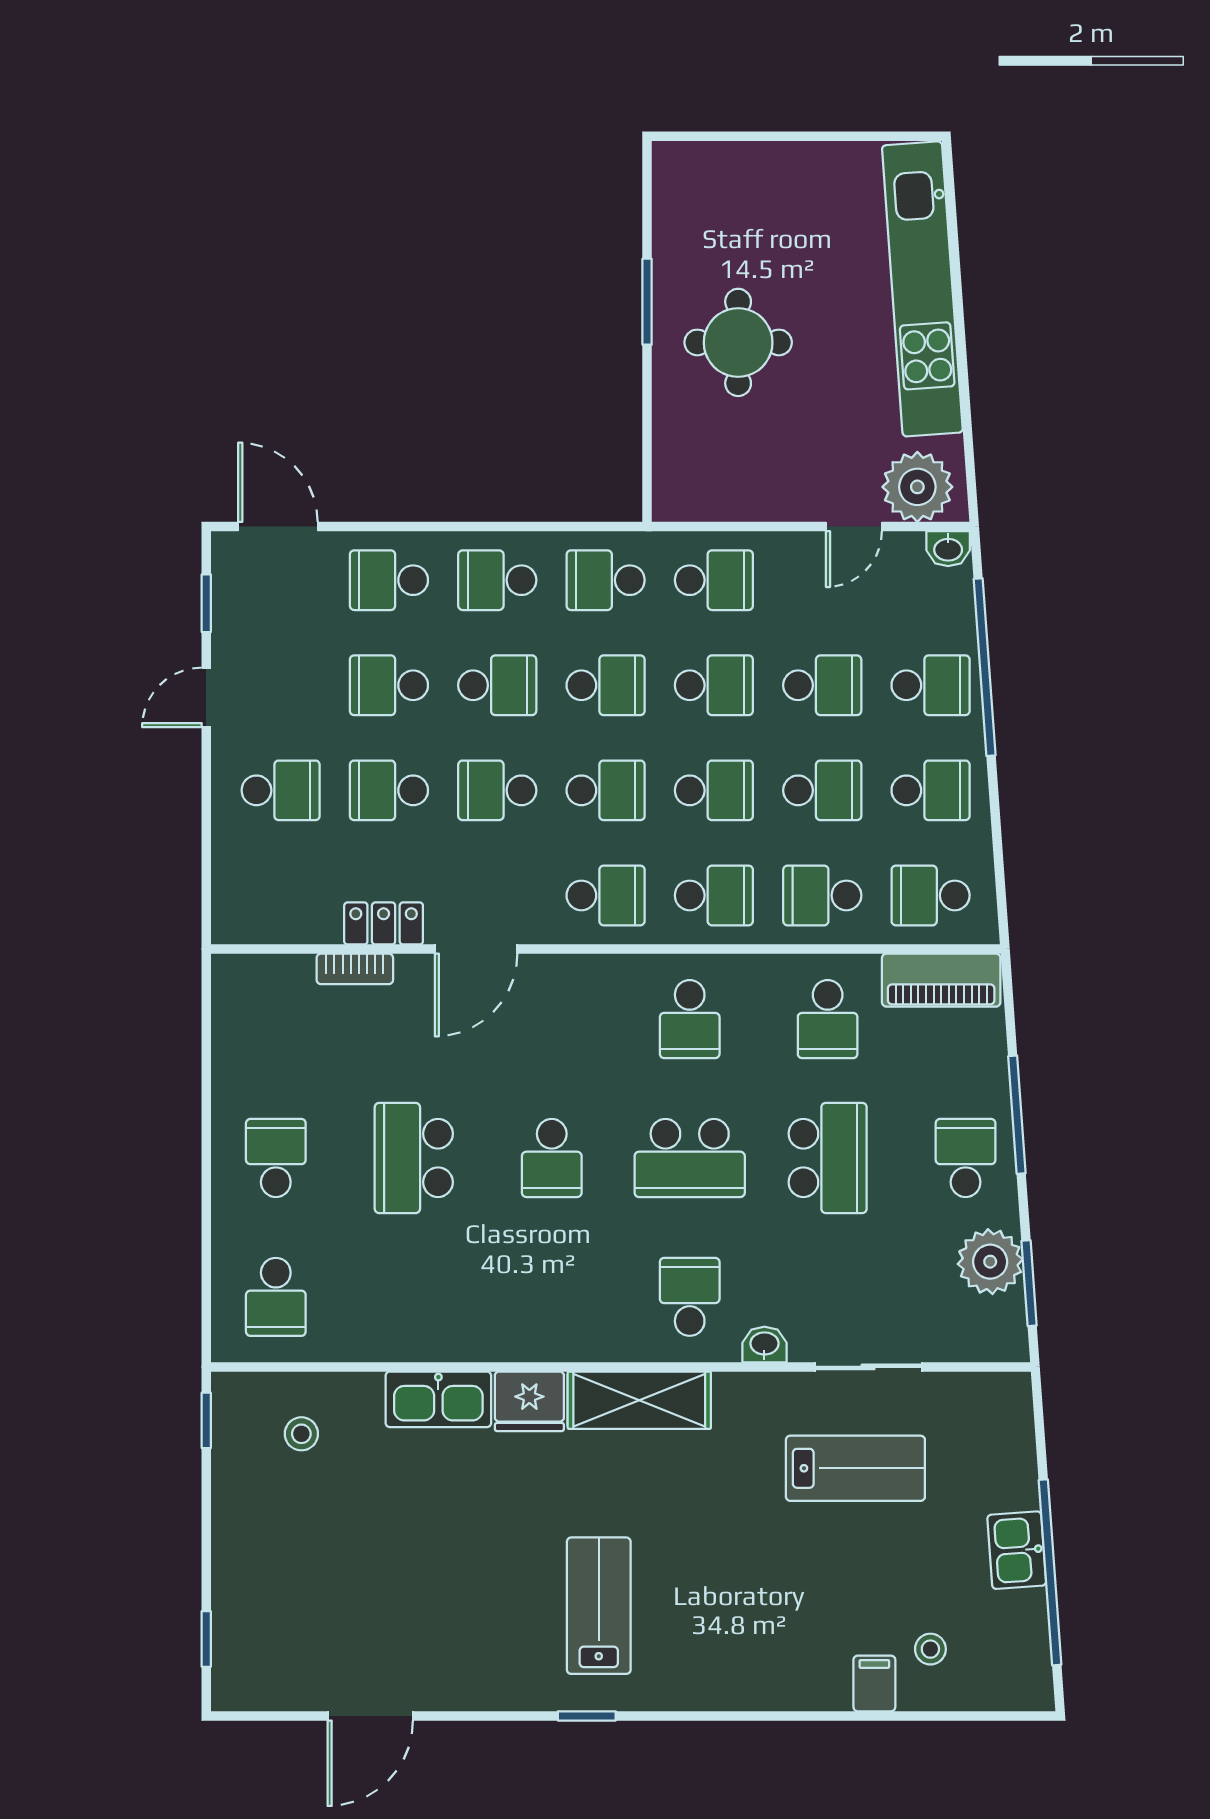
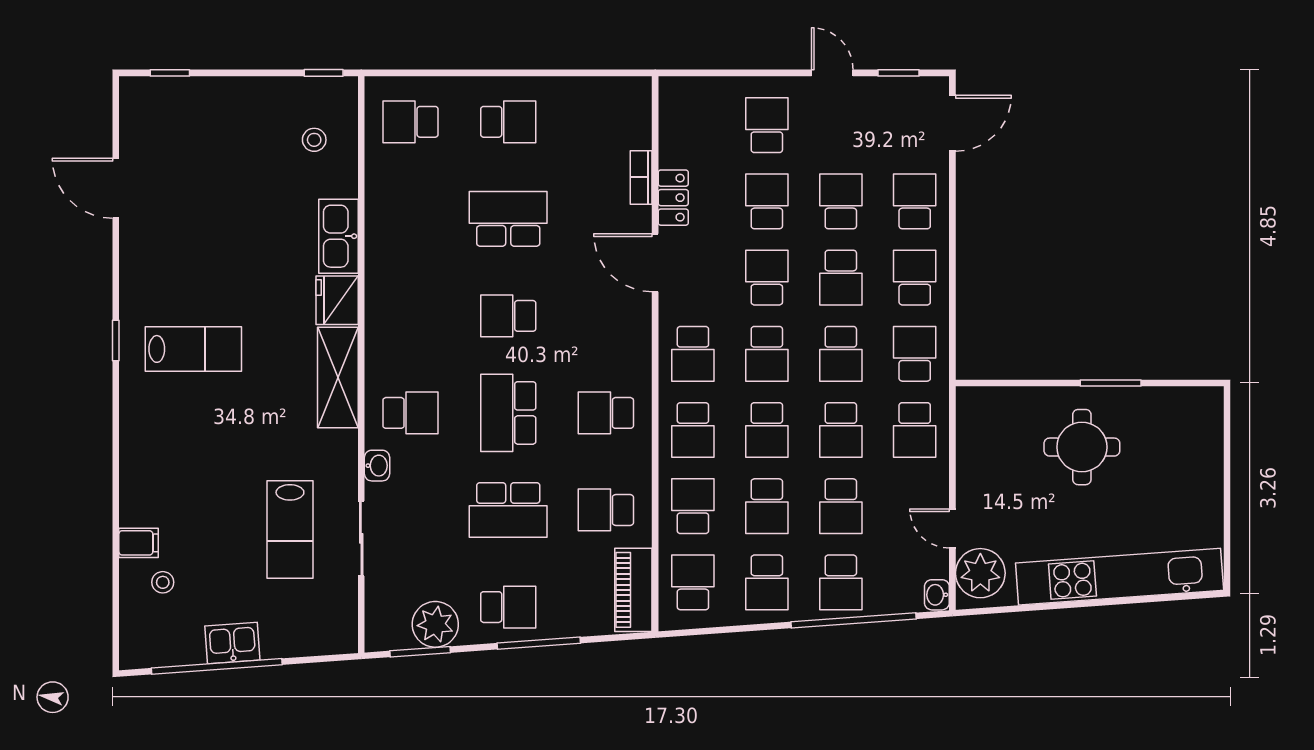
school desk: (281, 790) -> (767, 125), turned 180

